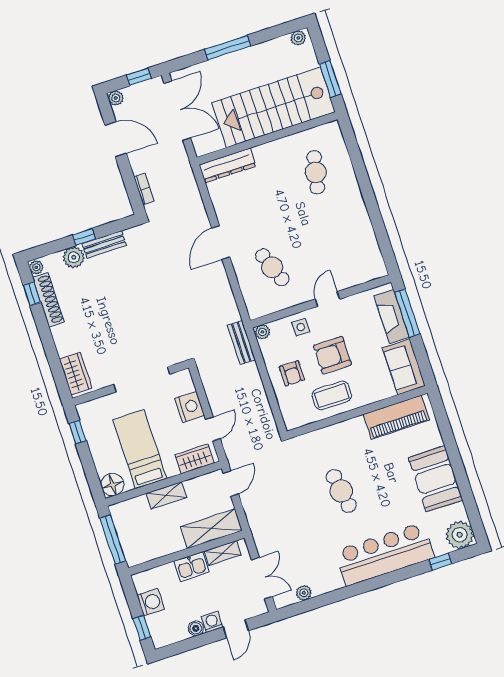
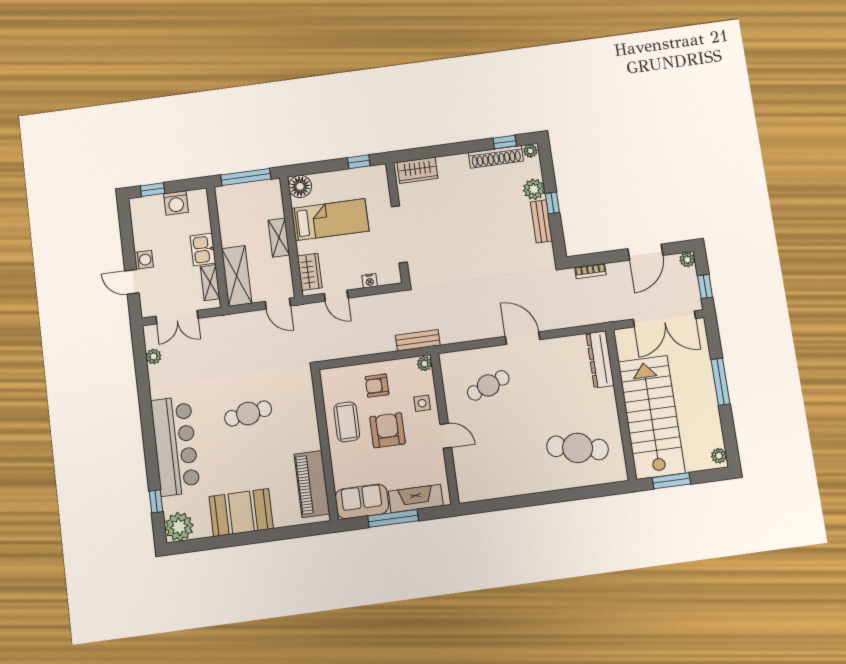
cafe table: (316, 172) -> (578, 448), width x1.37, depth x1.35
window: (407, 313) -> (393, 518), moved
nightstand: (190, 407) -> (370, 281), width x0.53, depth x0.56
boiler: (196, 628) -> (141, 242), removed

